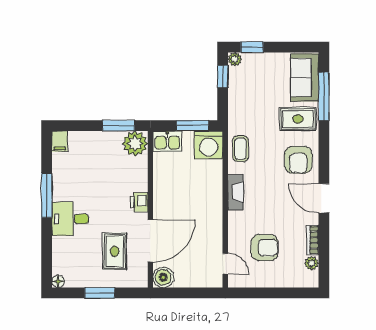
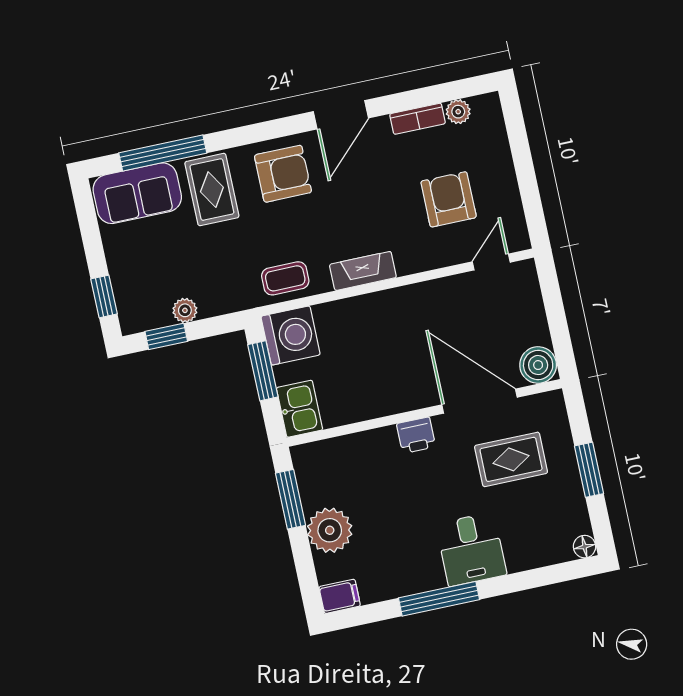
plant: (235, 59) -> (185, 310), moved
plant: (135, 143) -> (330, 530), moved

